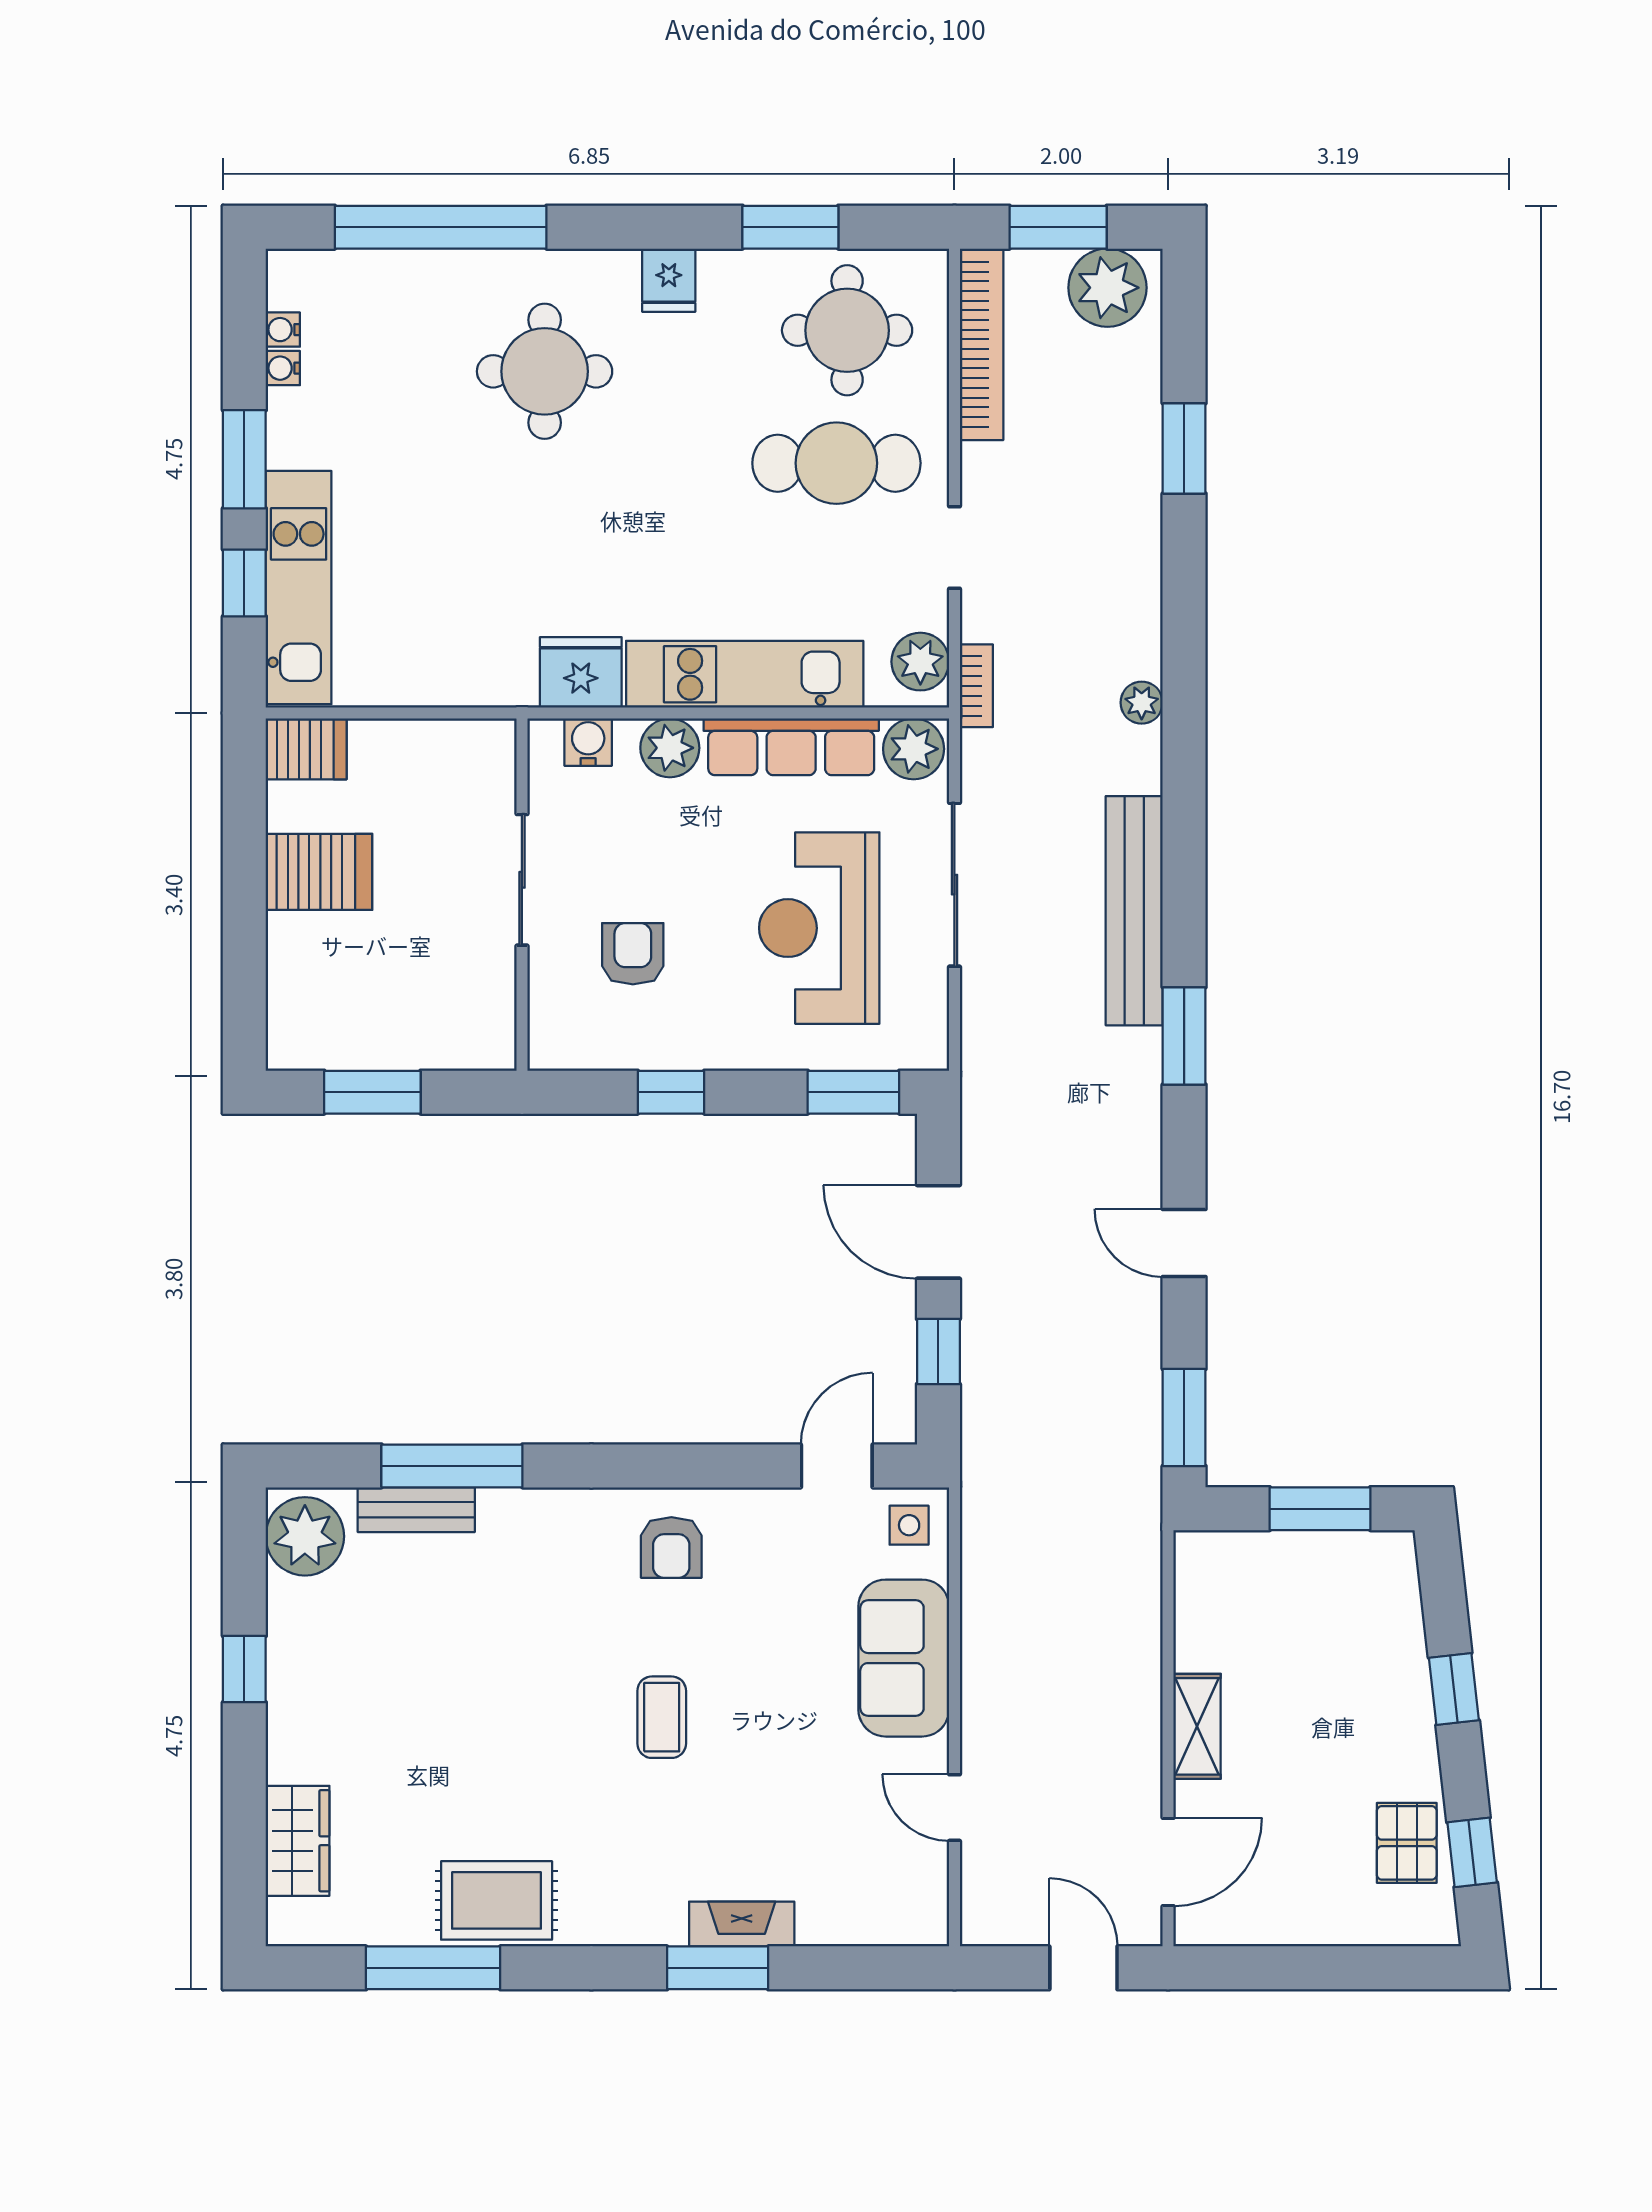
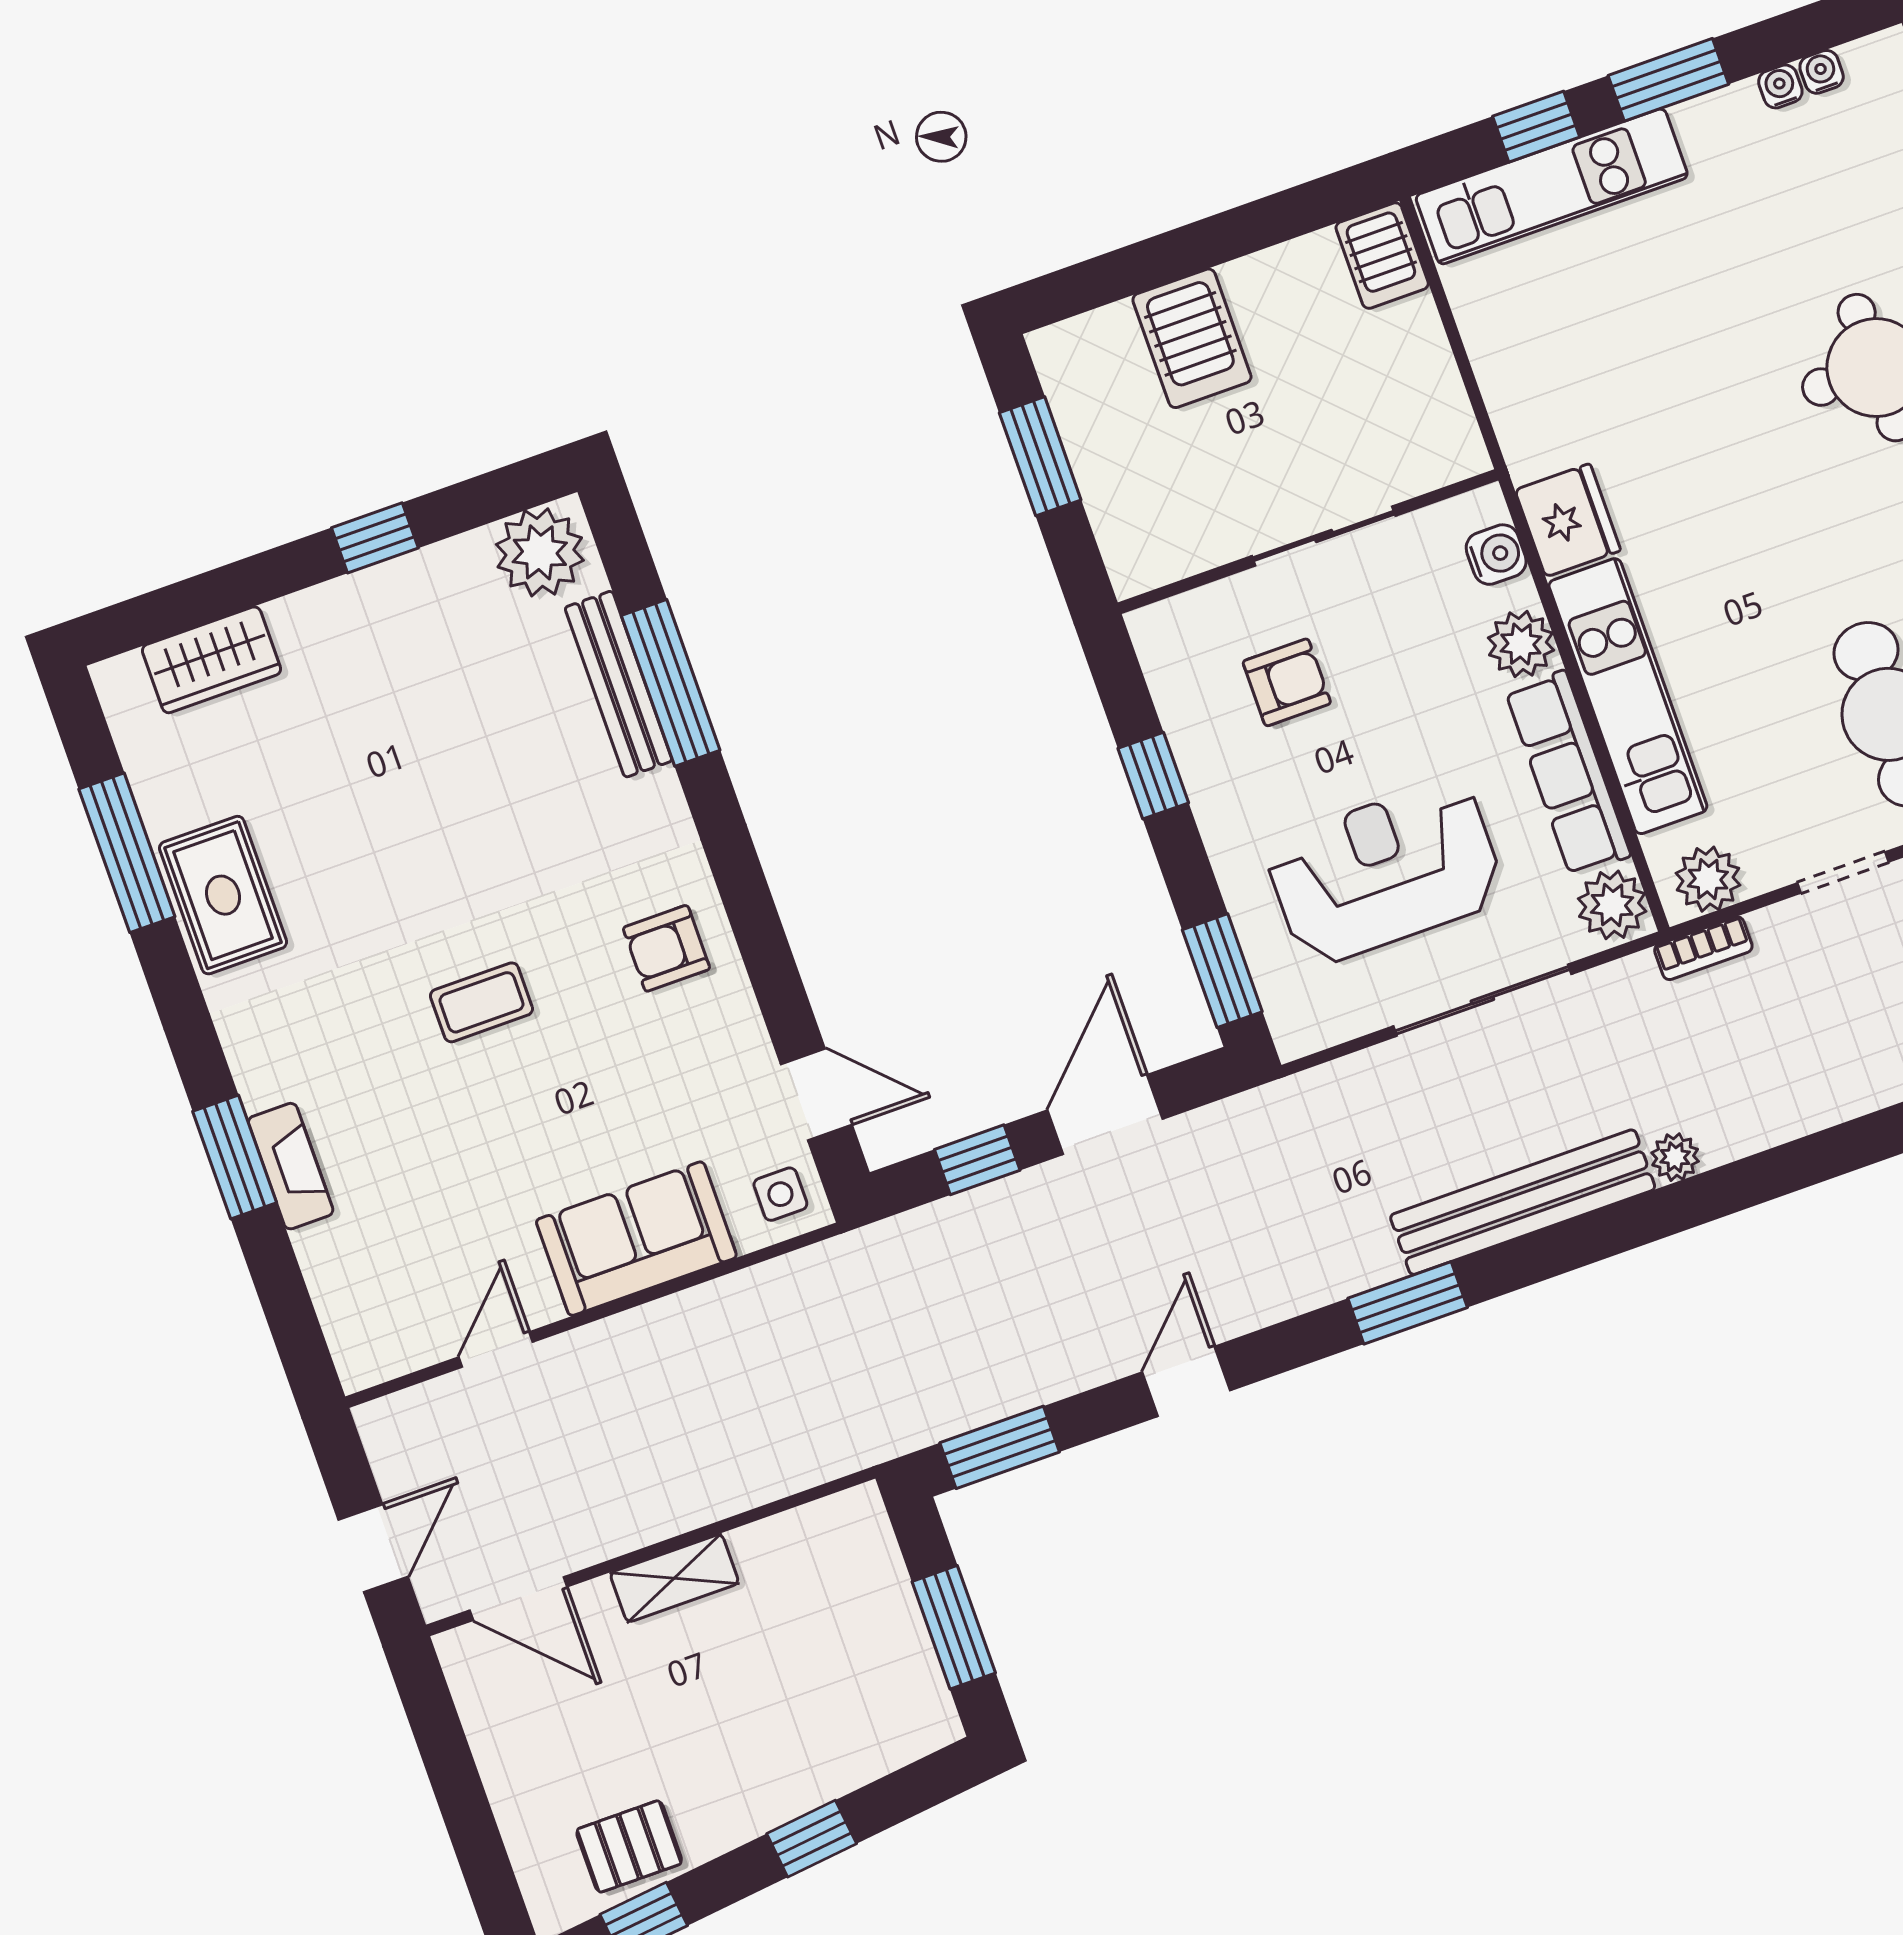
plant: (1142, 703) -> (1675, 1157), moved
server rack: (319, 872) -> (1192, 338), moved
bench: (416, 1510) -> (618, 684), width x1.36

